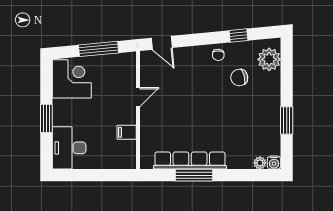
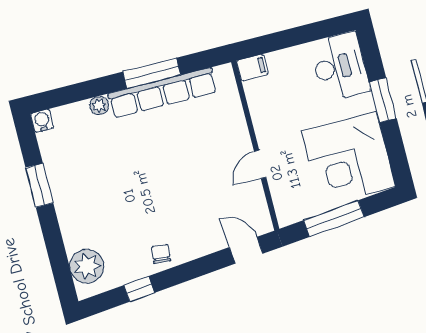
chair: (239, 77) -> (123, 229), removed
corner desk: (72, 79) -> (349, 159), width x1.36, depth x1.36
filing cabinet: (127, 132) -> (252, 67), moved
plant: (260, 163) -> (99, 105), moved

